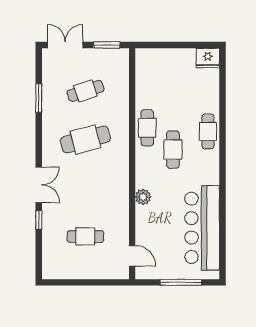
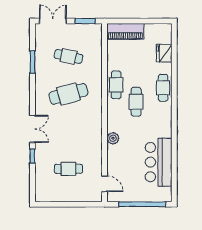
fridge: (208, 58) -> (164, 53), moved, turned 90
piano: (159, 59) -> (125, 31), added
cafe table: (85, 91) -> (68, 56), turned 30
bar counter: (202, 228) -> (159, 162), width x0.73
window: (181, 282) -> (142, 204), width x1.46

